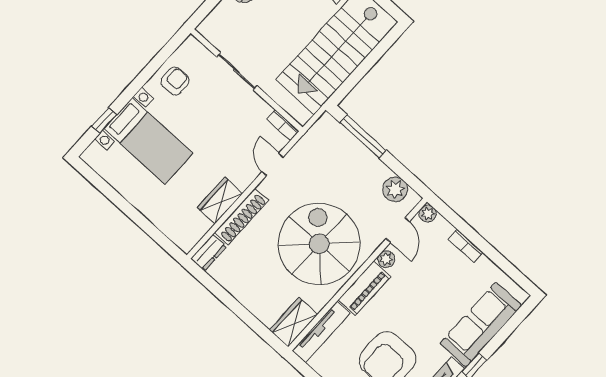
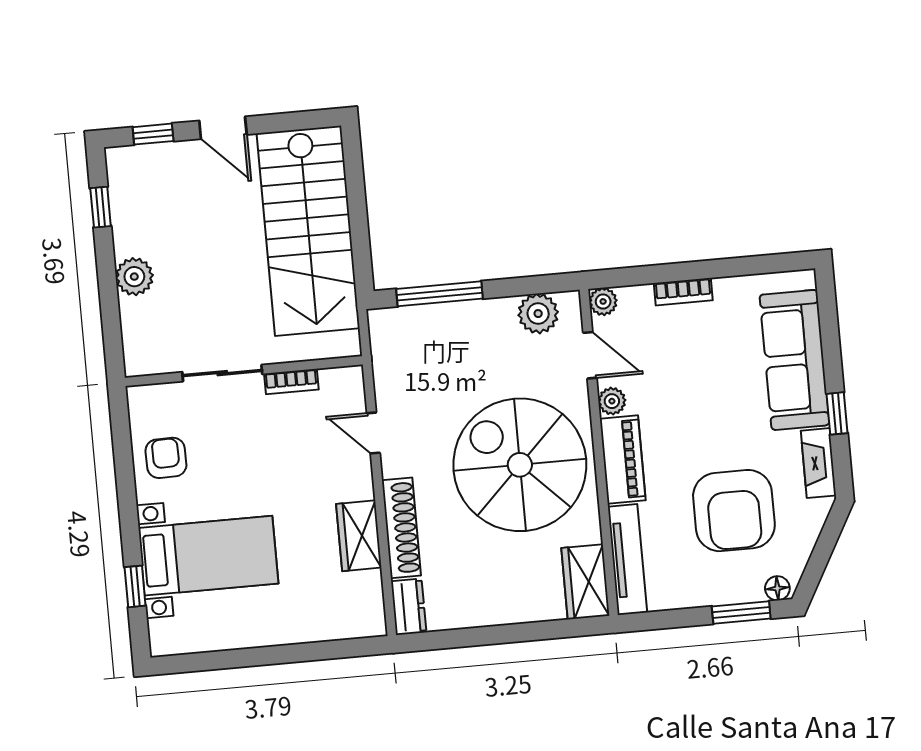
bookcase: (283, 125) -> (291, 382), moved

